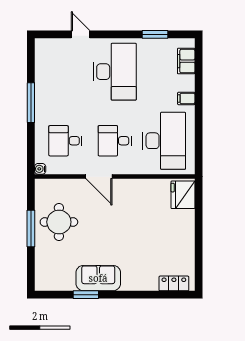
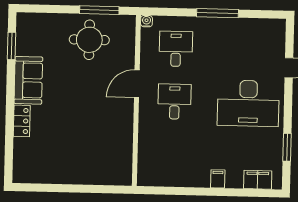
desk: (164, 141) -> (173, 154), removed
fridge: (183, 195) -> (115, 173), removed
window: (31, 228) -> (99, 10), moved
locker: (174, 283) -> (22, 121), moved
window: (86, 295) -> (12, 46), moved

